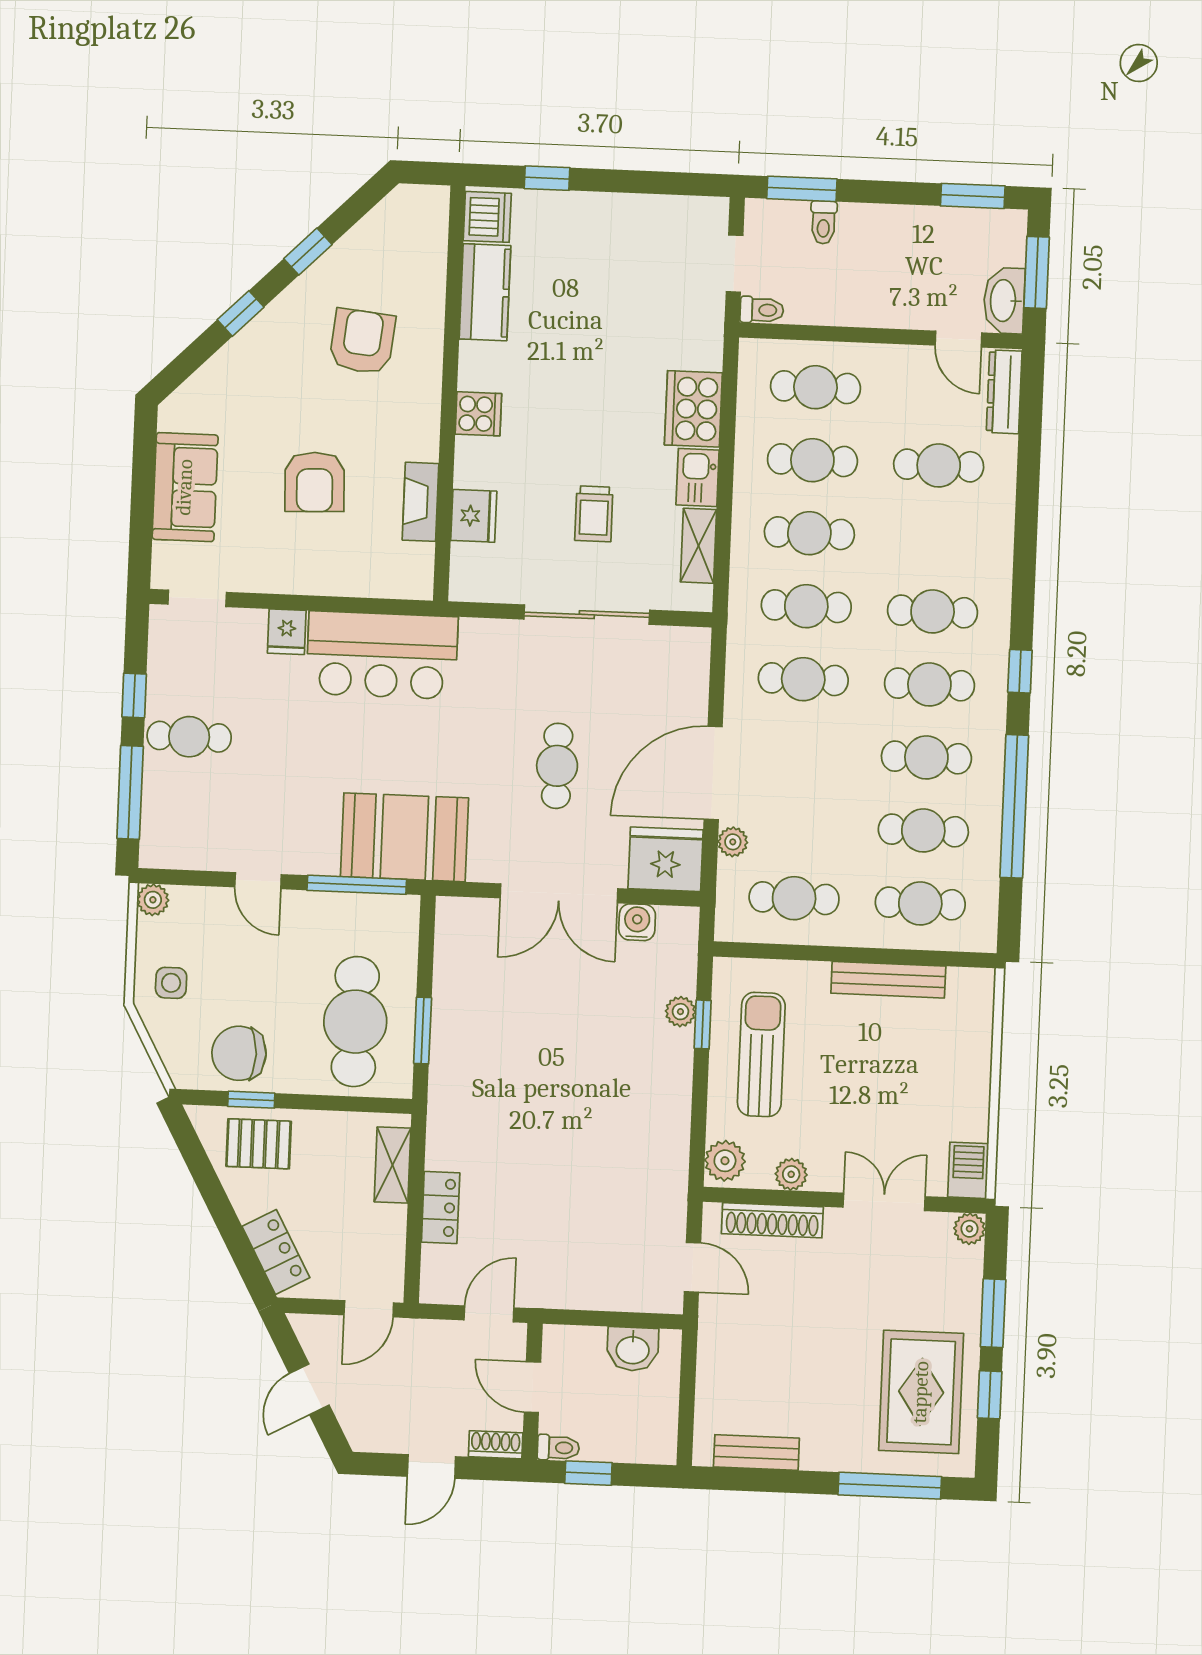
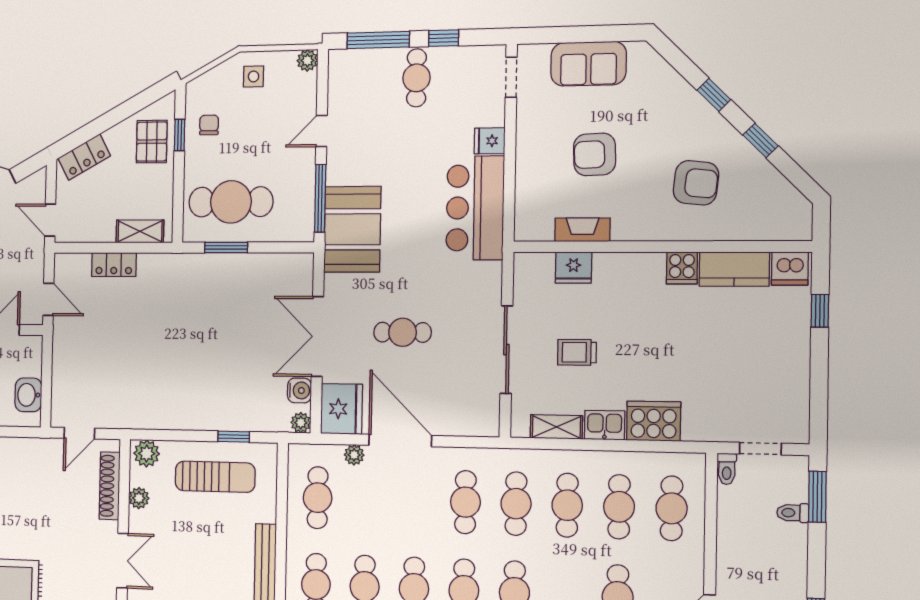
cooker: (478, 414) -> (682, 268), moved
plant: (680, 1012) -> (301, 423), moved
chair: (239, 1053) -> (209, 125), width x0.54, depth x0.54

